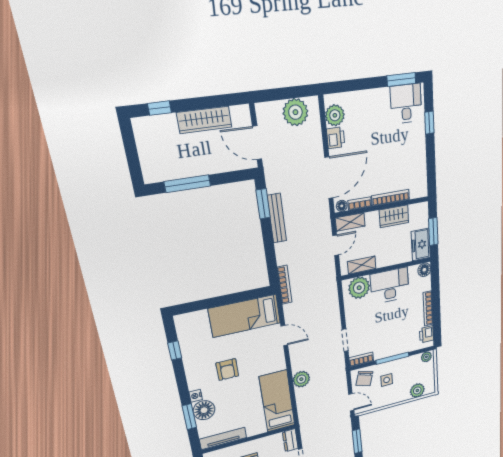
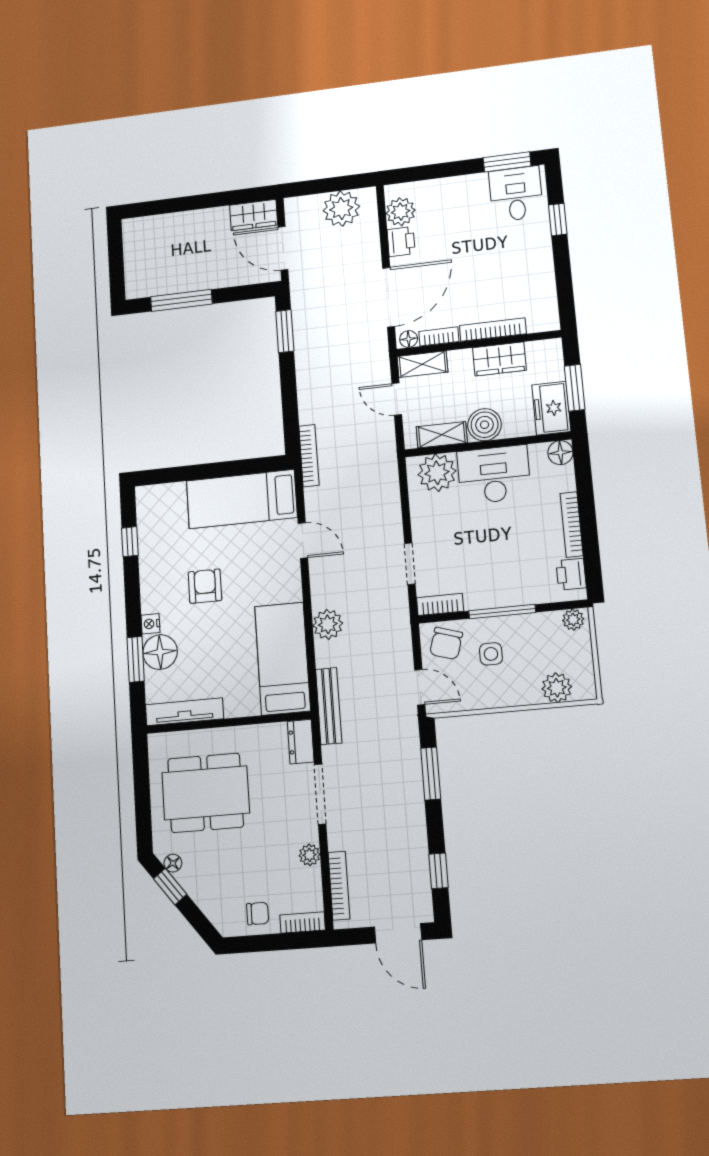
window: (160, 108) -> (159, 207), removed
wardrobe: (204, 120) -> (254, 215), moved, width x0.67
bench: (277, 218) -> (329, 706), moved
door: (336, 245) -> (397, 399), swing flipped
boiler: (385, 257) -> (485, 425), added
armchair: (227, 370) -> (205, 586), turned 180

